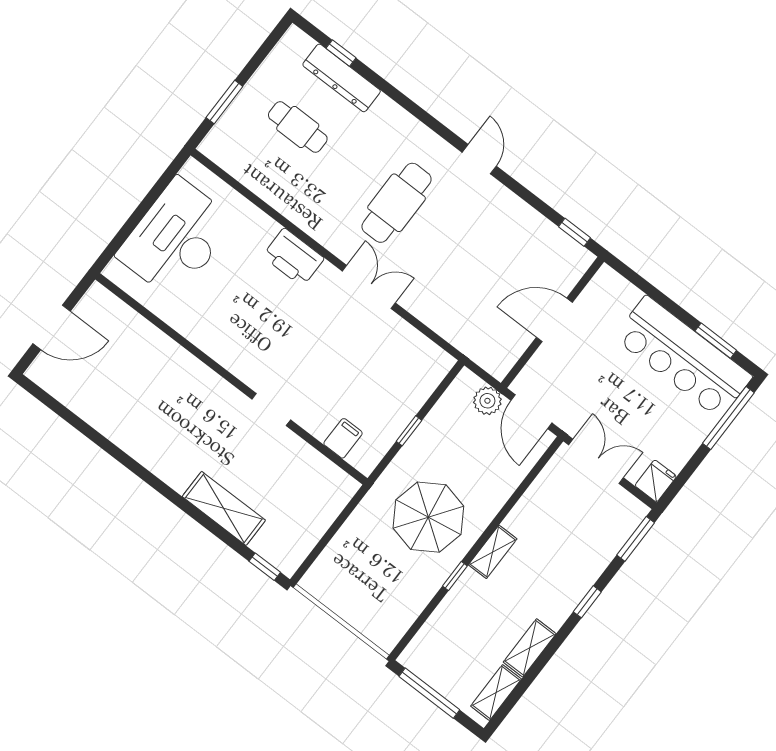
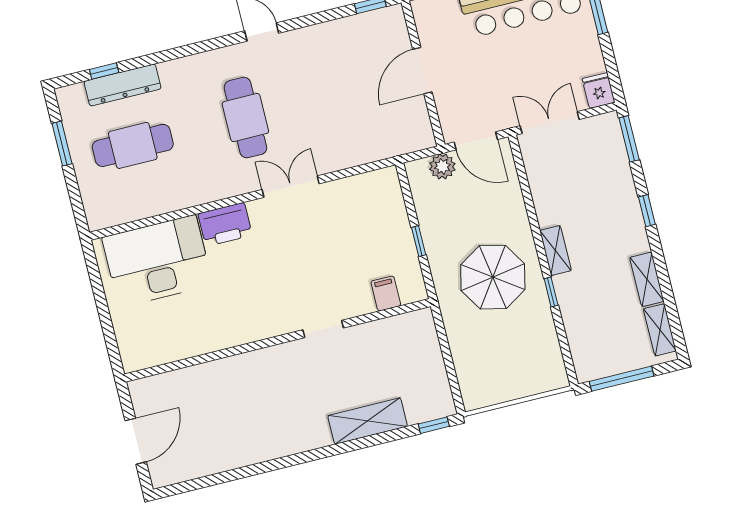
window: (224, 102) -> (62, 144), moved
cafe table: (298, 127) -> (133, 145), width x1.37, depth x1.35
desk: (176, 238) -> (157, 261), moved, turned 90

